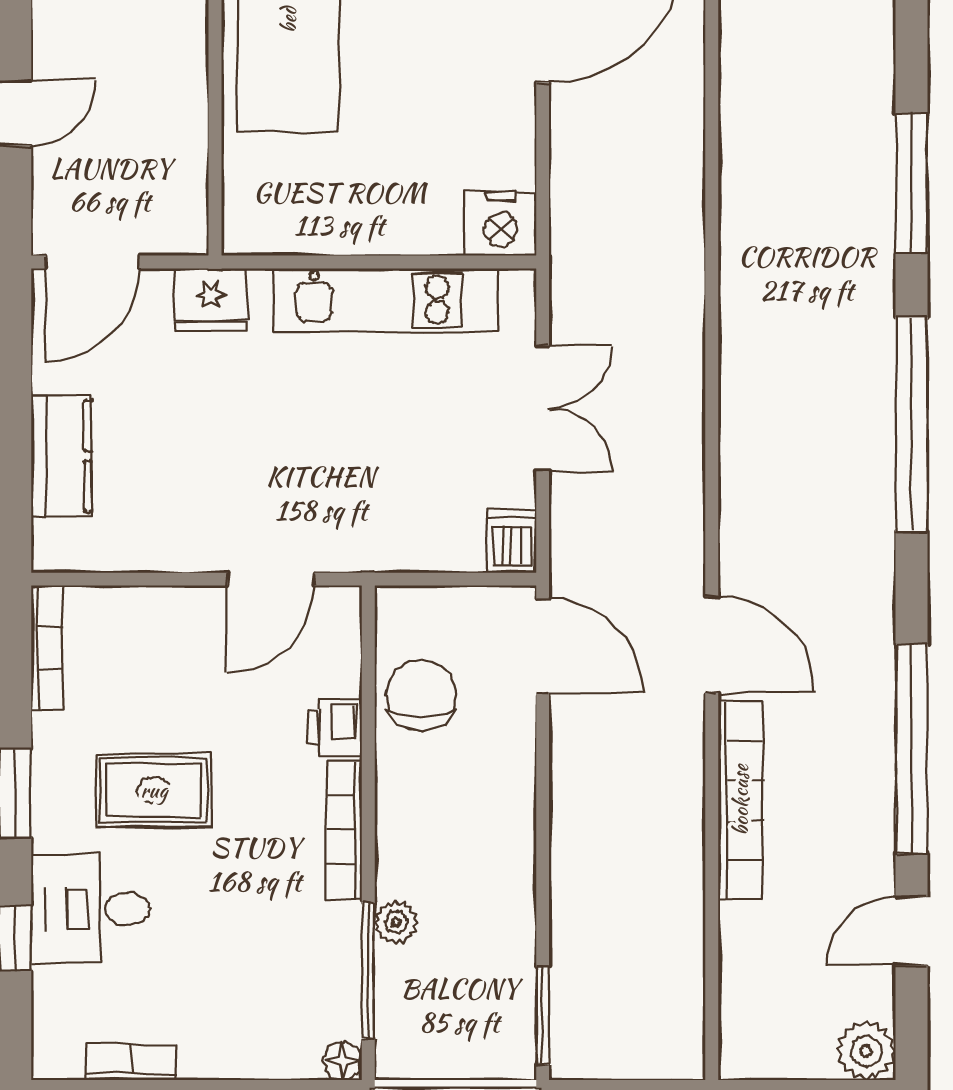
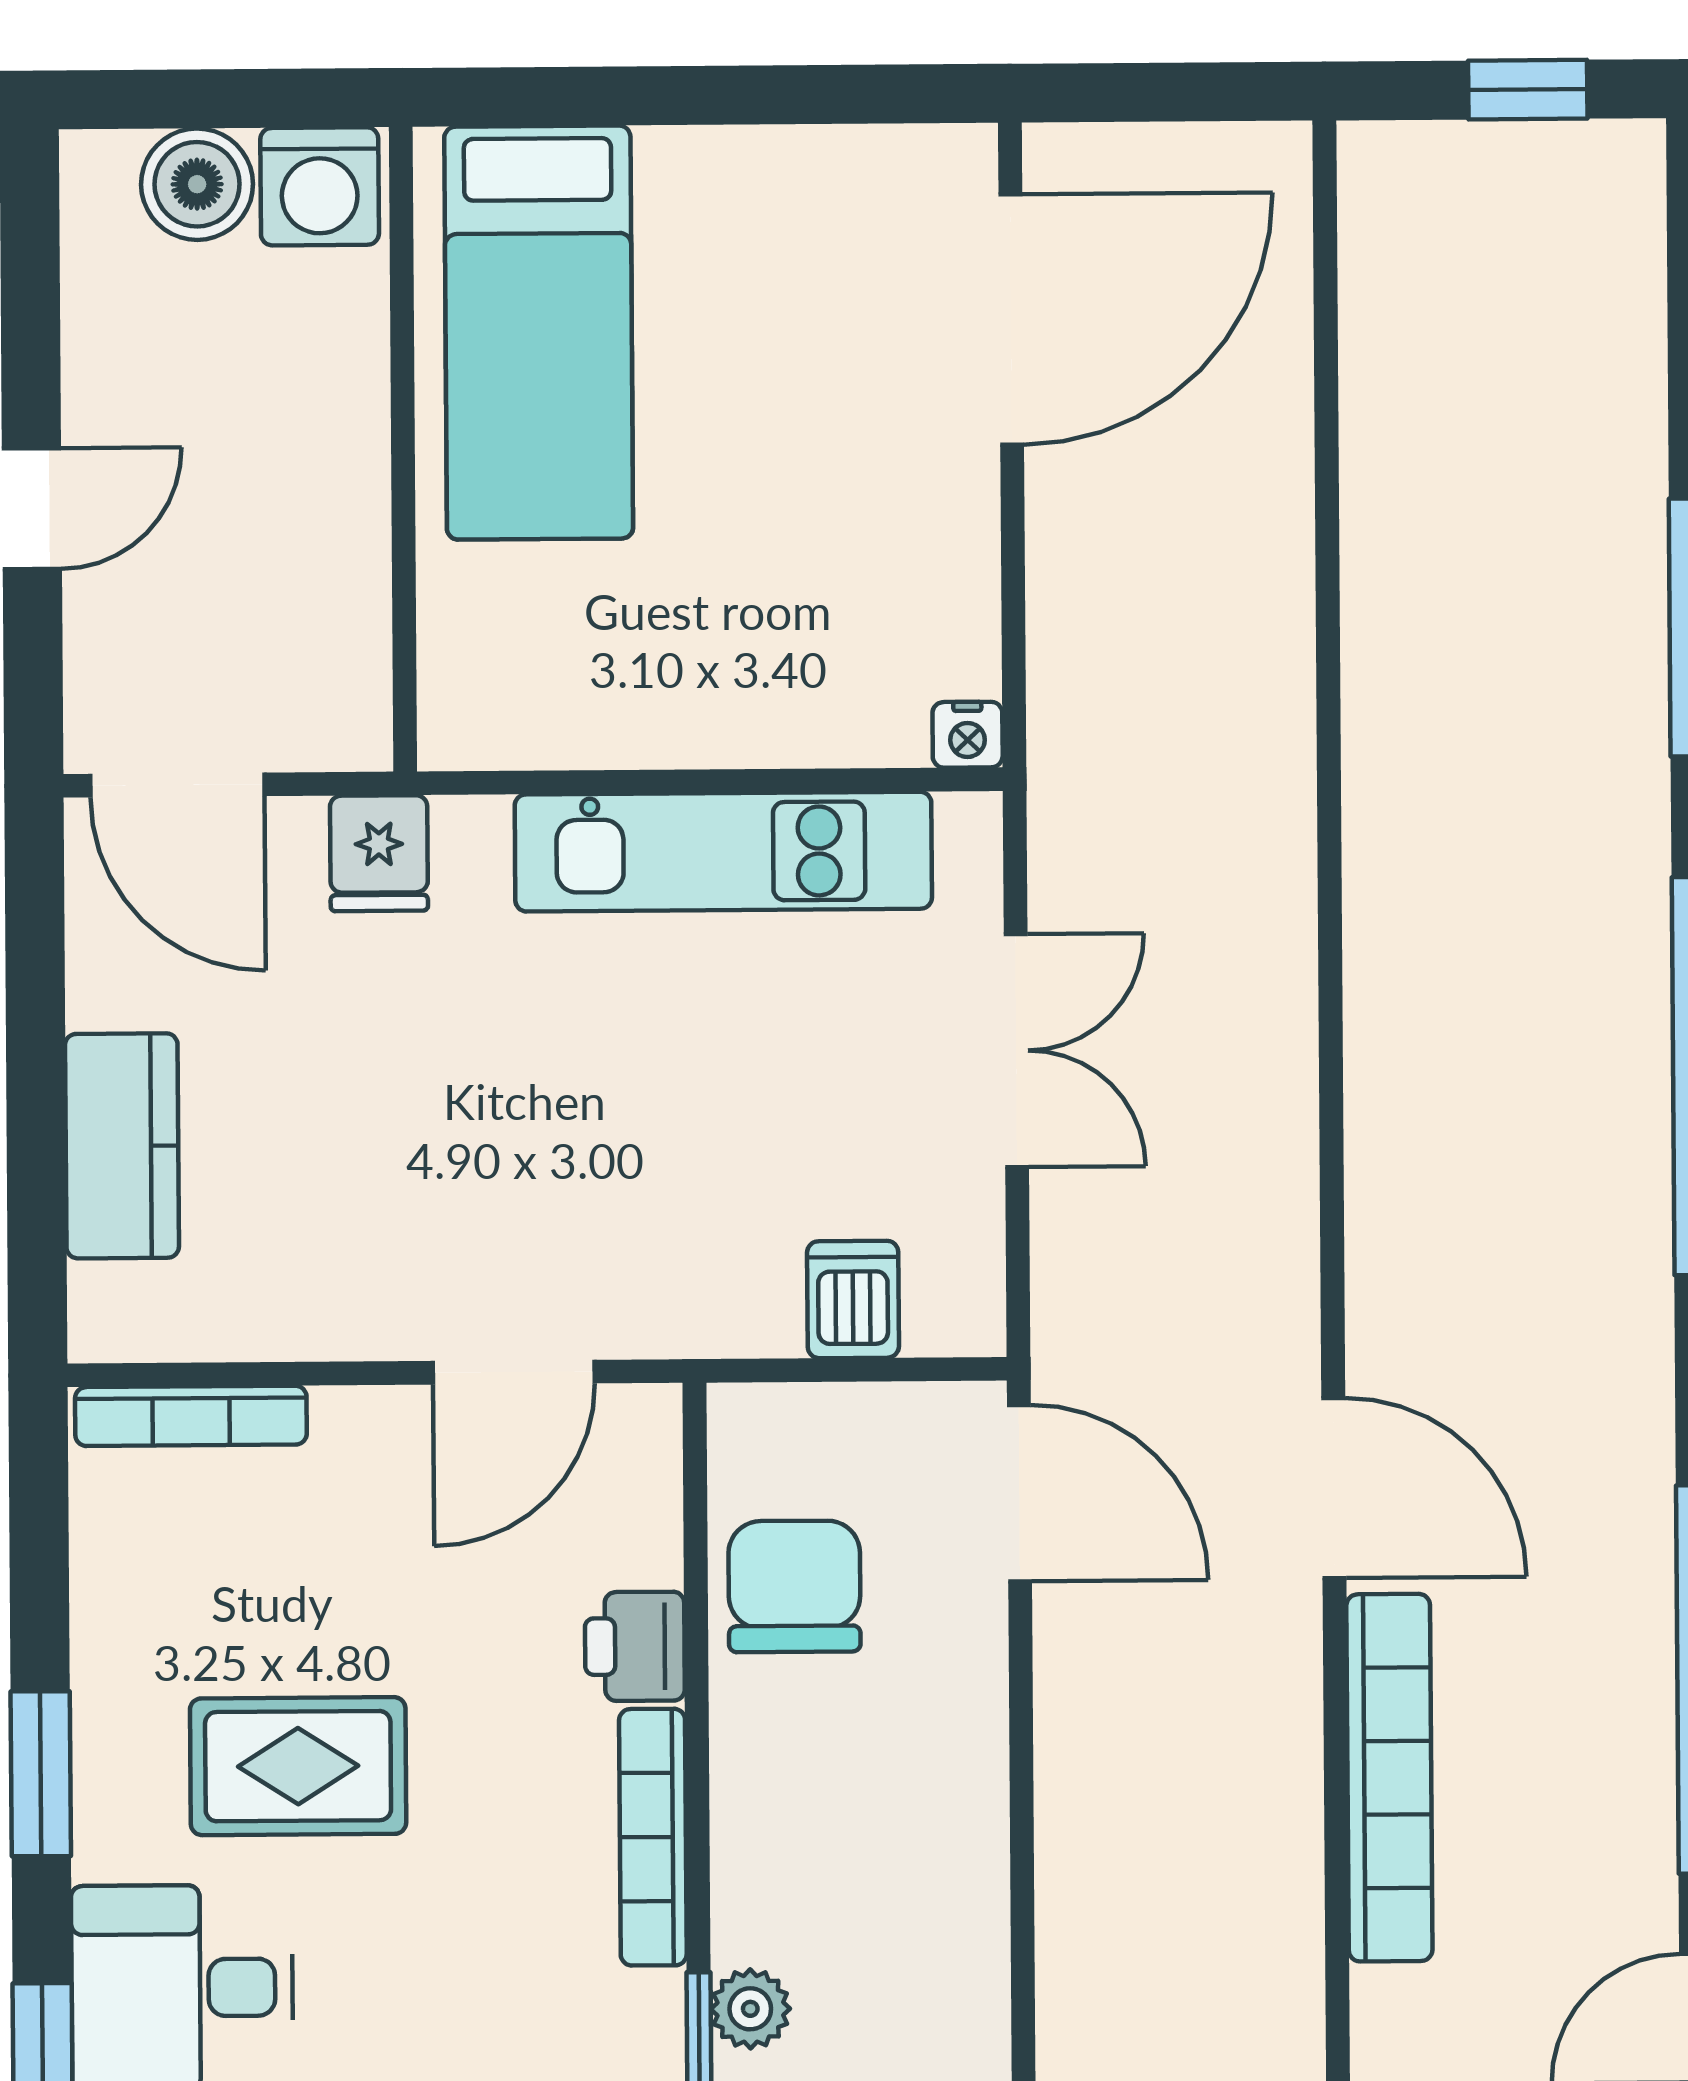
nightstand: (501, 224) -> (968, 735), width x0.53, depth x0.56
door: (92, 262) -> (177, 785), hinge flipped
fridge: (211, 300) -> (379, 853), width x0.72
dishwasher: (512, 541) -> (853, 1299), moved
bookcase: (47, 648) -> (191, 1416), moved, turned 90

